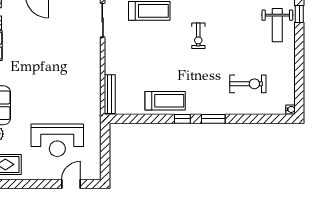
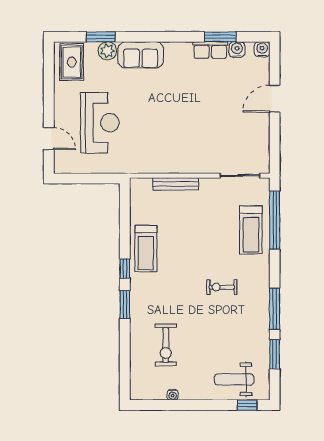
bench: (110, 94) -> (176, 184), moved
water cooler: (291, 109) -> (173, 395), moved
reception desk: (57, 140) -> (100, 123), turned 180

